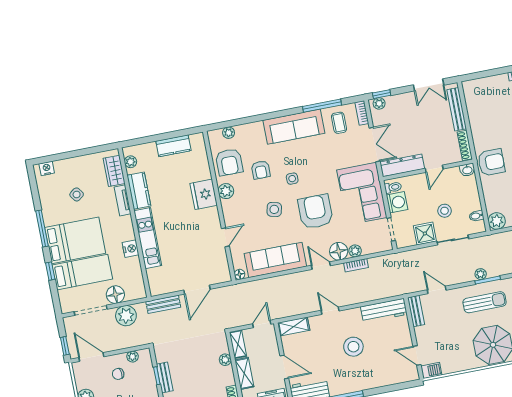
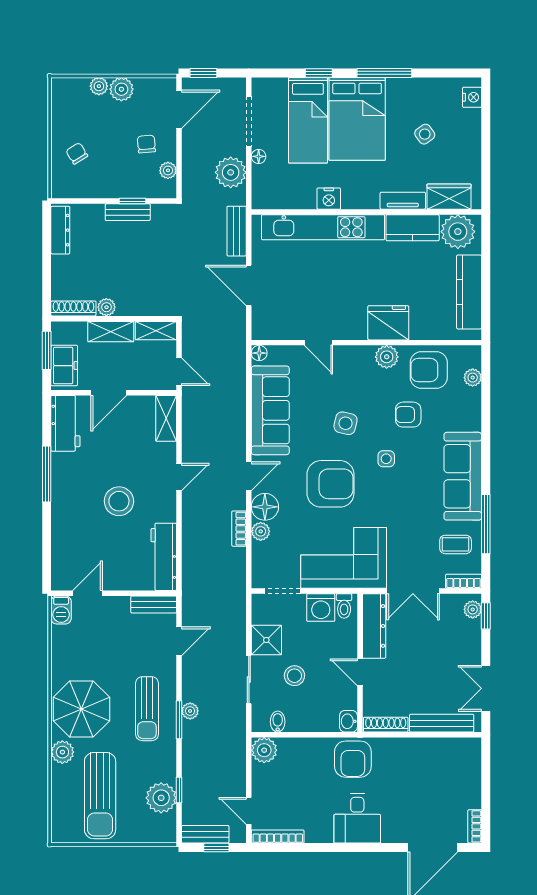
kitchen counter: (173, 146) -> (469, 292), width x1.50
plant: (131, 162) -> (458, 232), width x1.88, depth x1.88
kitchen unit: (148, 238) -> (323, 227), width x1.36
floor lamp: (115, 295) -> (259, 156), width x0.53, depth x0.53
plant: (225, 360) -> (106, 307), moved

